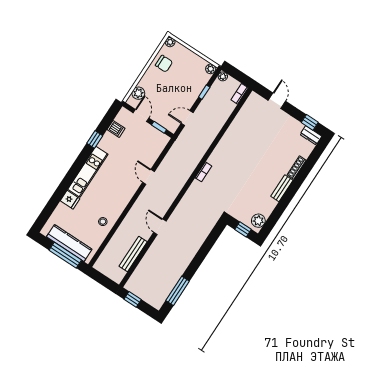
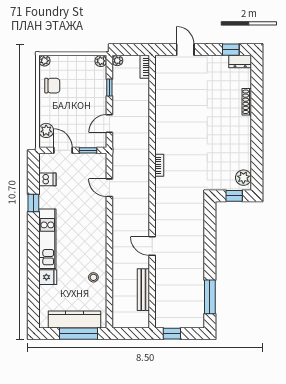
door: (148, 177) -> (109, 188), moved
bench: (282, 188) -> (246, 131), removed

